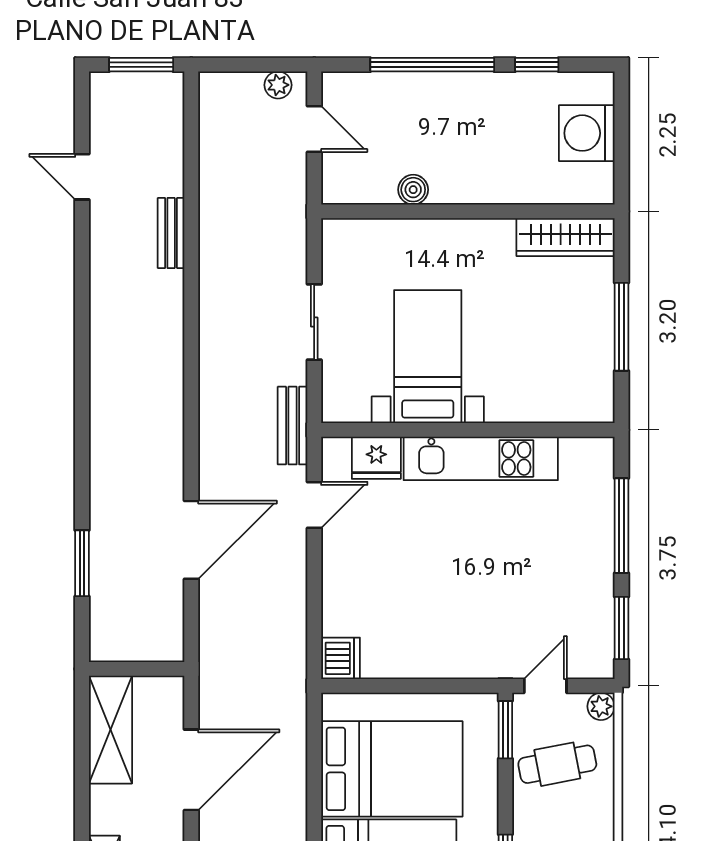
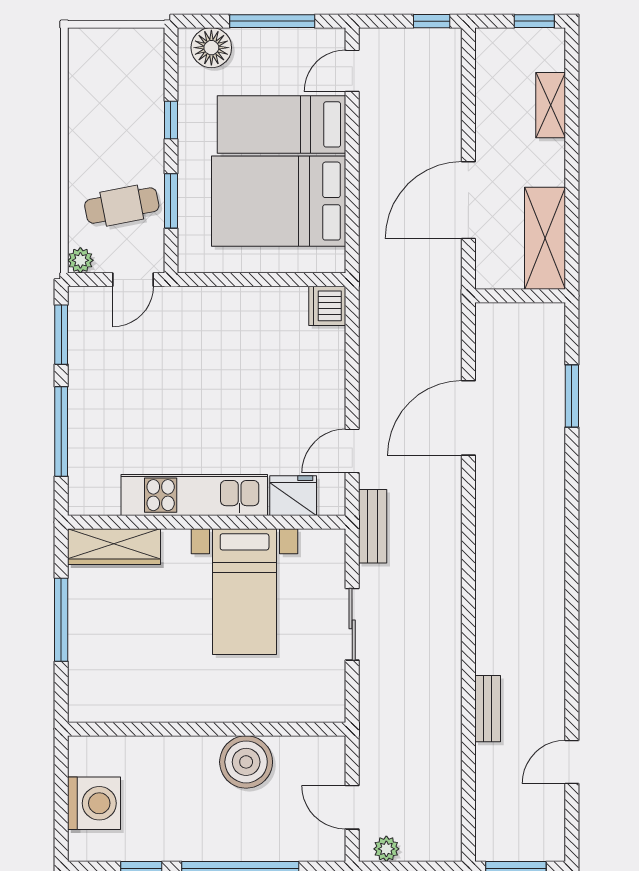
door: (82, 177) -> (572, 762), swing flipped
boiler: (413, 190) -> (246, 762), width x1.86, depth x1.86
wardrobe: (566, 237) -> (114, 547), moved, turned 180
window: (505, 730) -> (171, 201), moved

